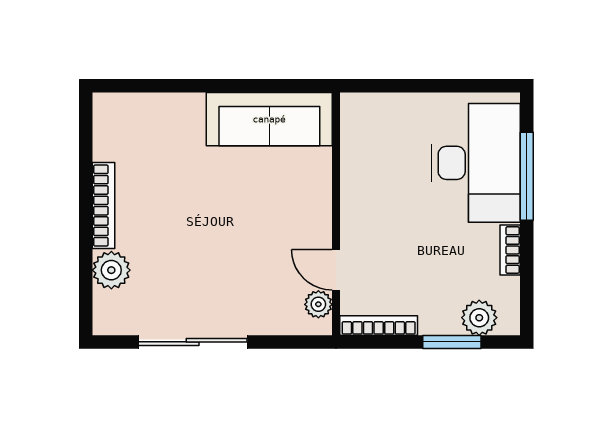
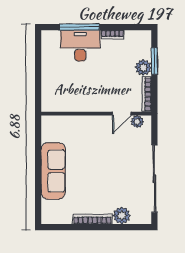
sofa: (269, 119) -> (53, 171), moved
desk: (476, 163) -> (80, 46), width x0.73, depth x0.77
plant: (479, 318) -> (143, 68), moved
sliding door: (193, 342) -> (154, 179), width x1.36

